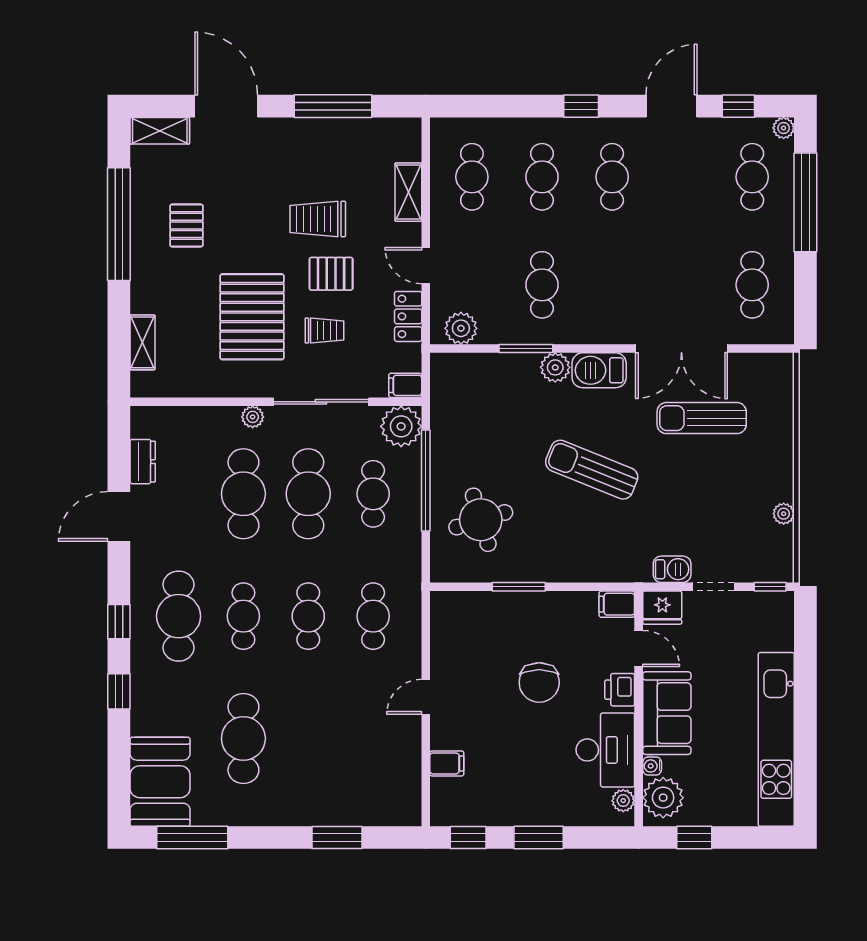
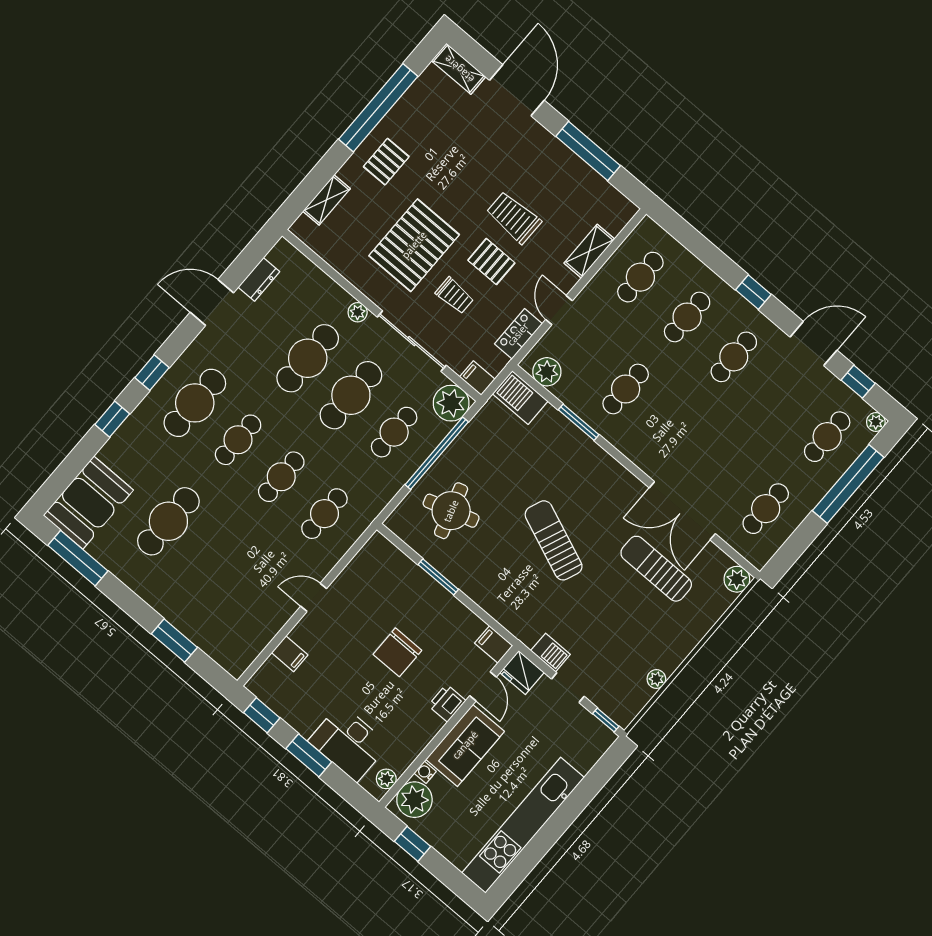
pallet: (186, 225) -> (386, 162), moved
plant: (555, 367) -> (737, 579), moved
barbecue: (599, 370) -> (520, 397), moved
desk: (605, 750) -> (348, 743), moved, turned 90

